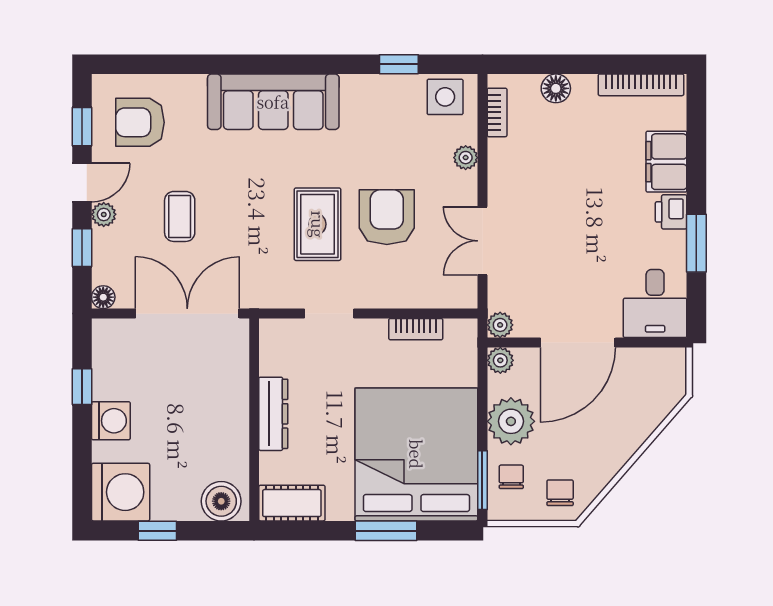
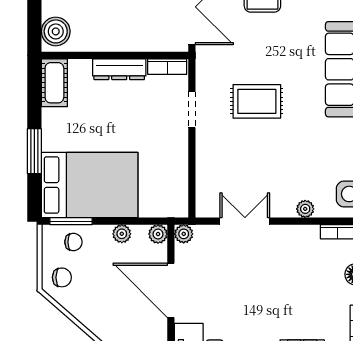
armchair: (387, 217) -> (262, 152), removed
bookcase: (416, 329) -> (167, 67), moved, turned -90
plant: (511, 421) -> (122, 234), width x0.53, depth x0.53
bed: (416, 454) -> (90, 185), width x0.73

